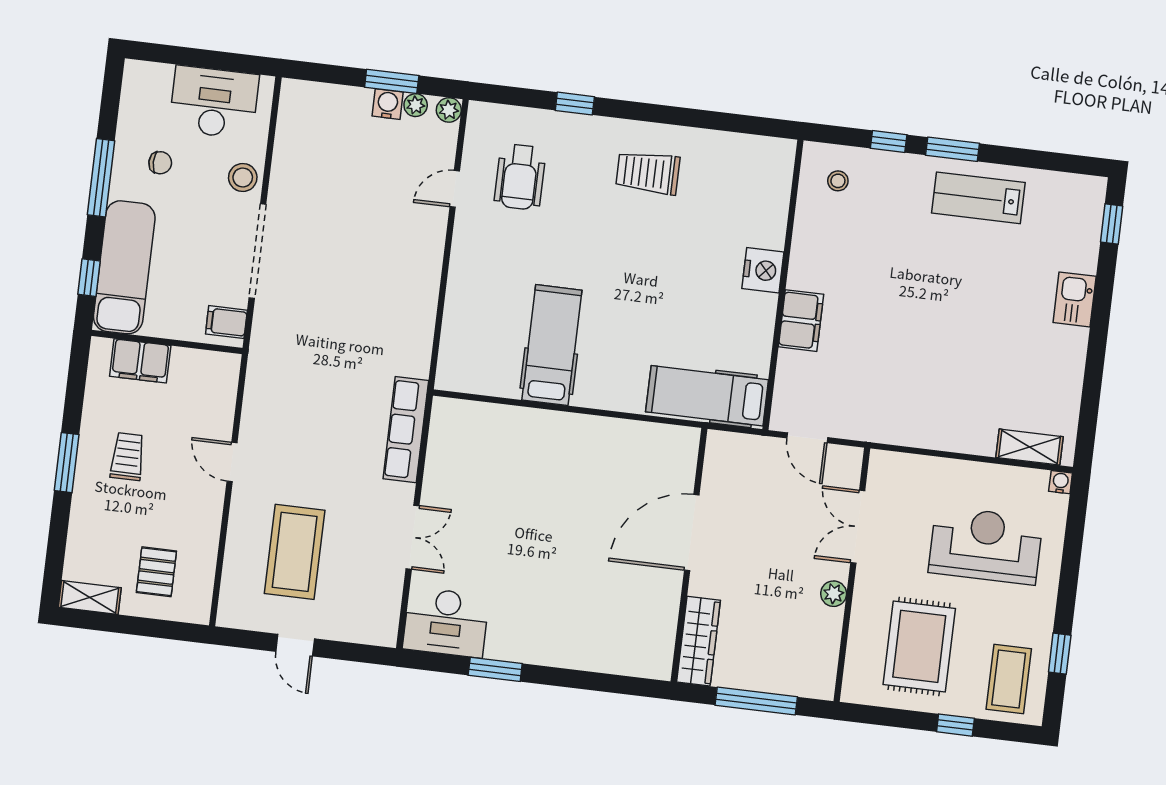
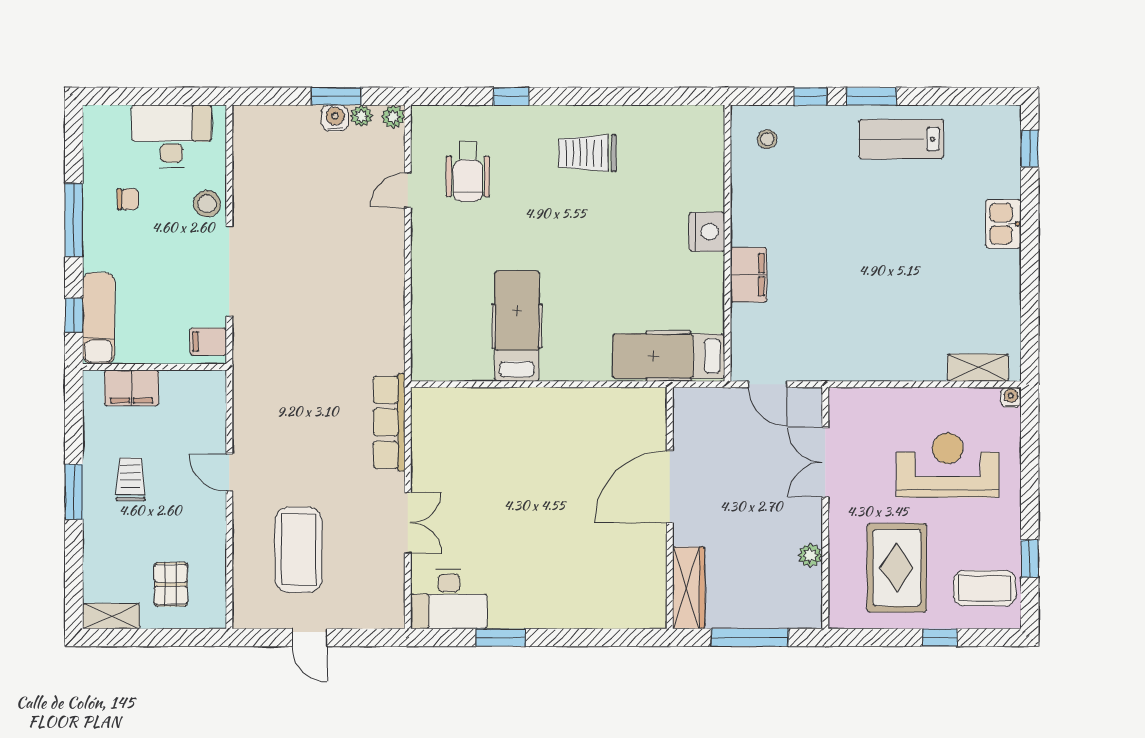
exam couch: (124, 267) -> (99, 318), width x0.73, depth x0.69
plant: (834, 594) -> (810, 555), moved
coffee table: (1009, 679) -> (985, 588), turned 90

